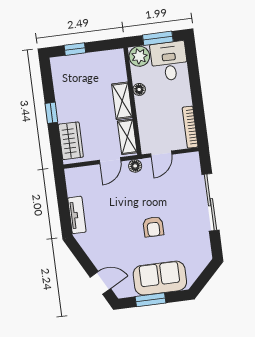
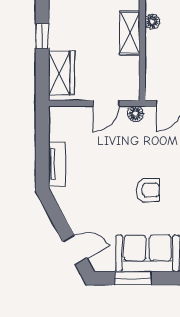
shelving: (127, 137) -> (130, 77), removed
armchair: (153, 227) -> (148, 190), turned -90

